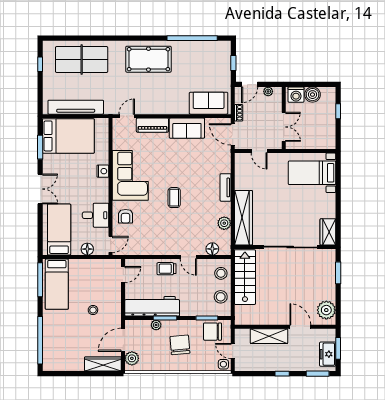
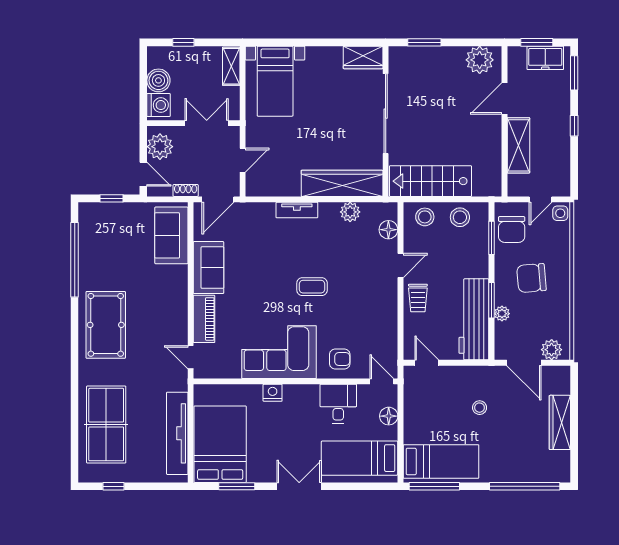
plant: (268, 91) -> (160, 147), width x1.88, depth x1.88
shelving: (322, 143) -> (231, 66), added
wardrobe: (103, 364) -> (560, 422), moved

